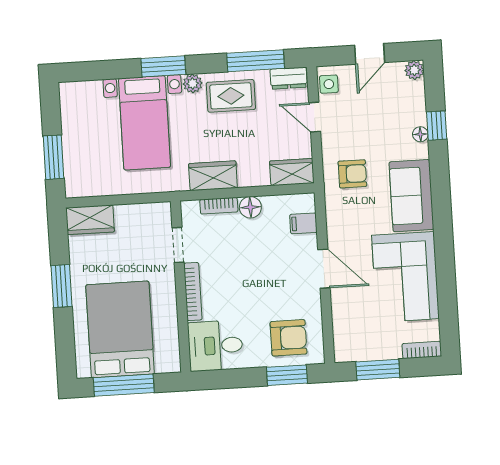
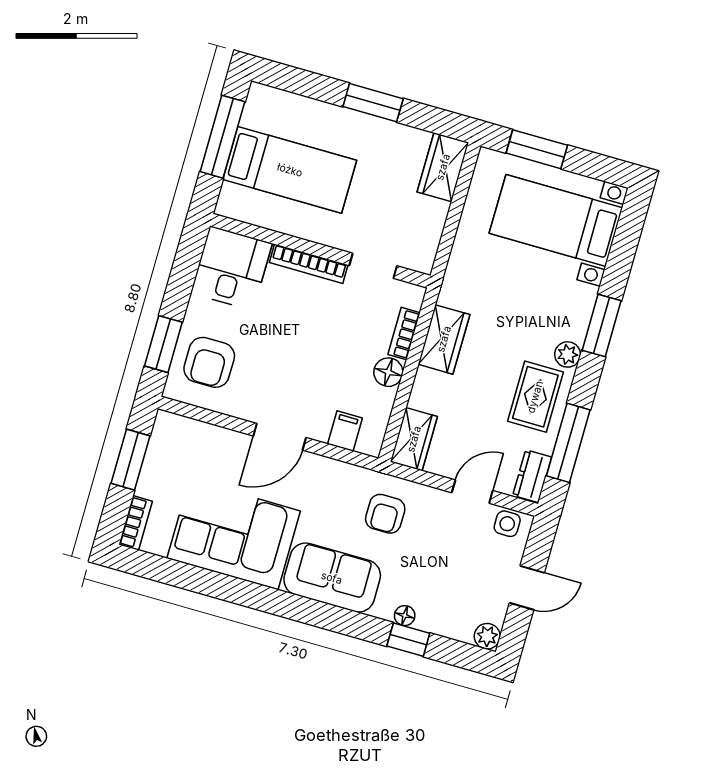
door: (370, 54) -> (527, 588), swing flipped
bed with nightstands: (145, 123) -> (556, 220), moved
bed: (120, 329) -> (290, 170), width x0.67

